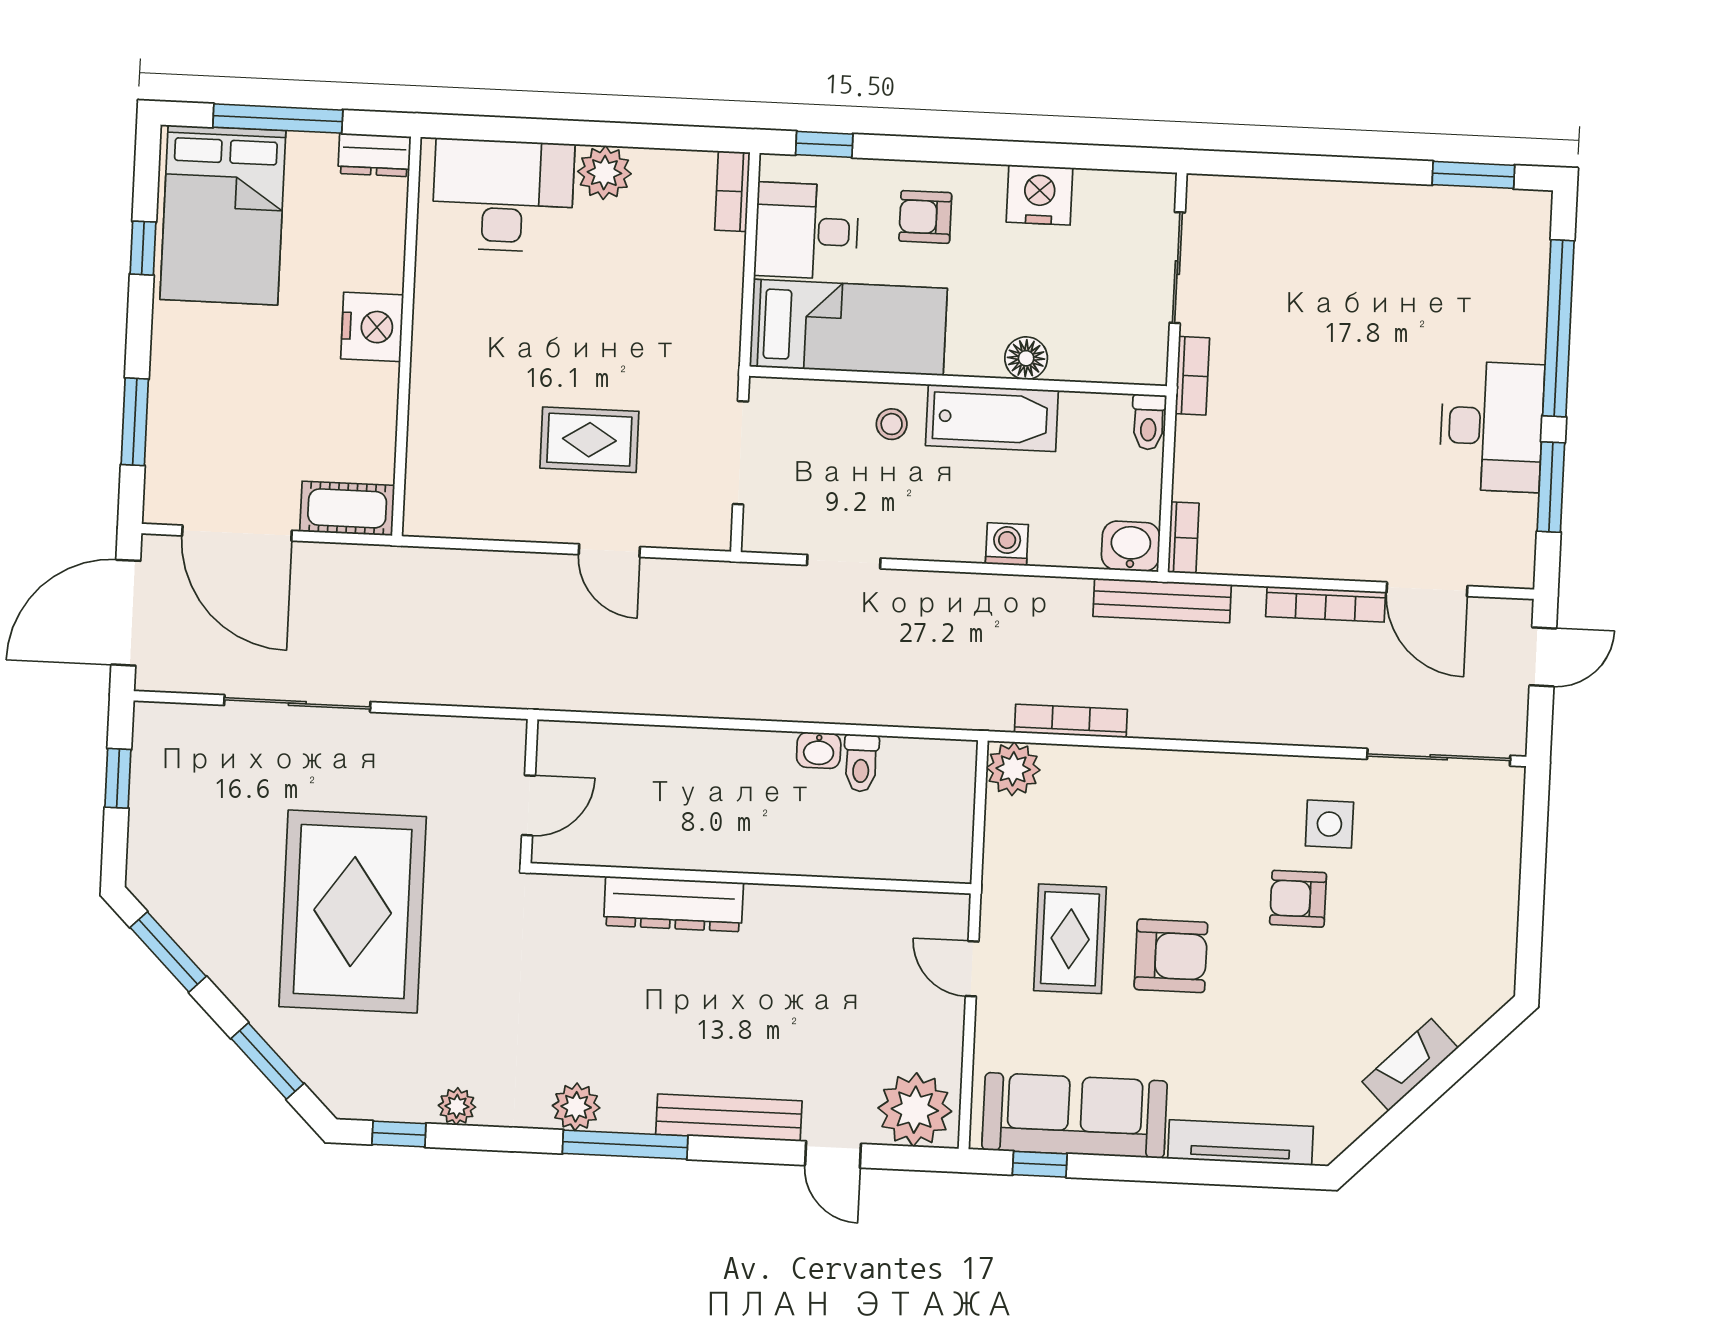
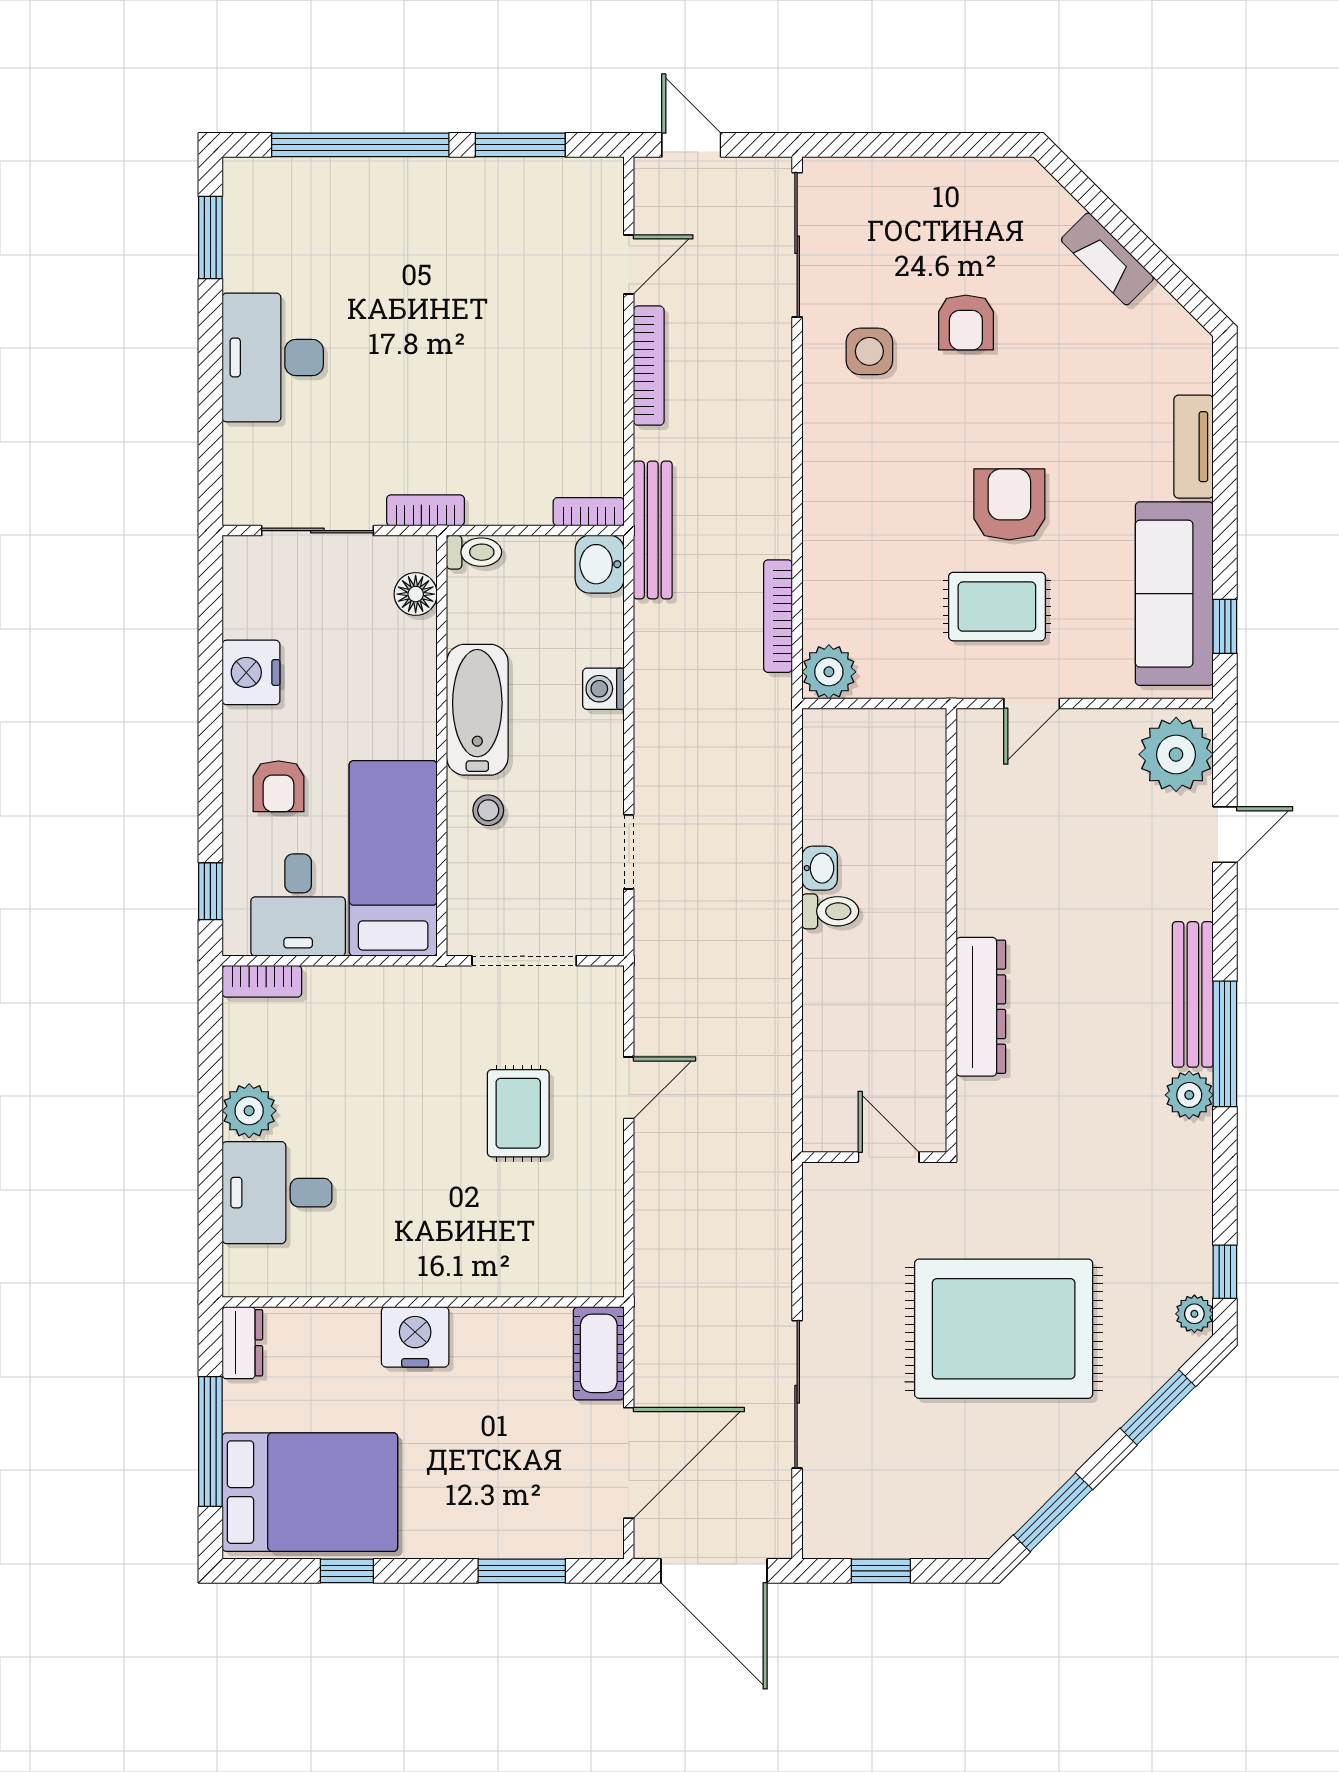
desk: (503, 196) -> (277, 1193), width x0.73
floor lamp: (1026, 358) -> (416, 594), moved
desk: (1492, 426) -> (273, 357), moved, turned -90
door: (1427, 589) -> (629, 264), width x0.73
toilet: (861, 763) -> (830, 911), moved
armchair: (1298, 899) -> (966, 322), moved
plant: (457, 1106) -> (1194, 1314), moved
bench: (729, 1118) -> (1193, 994), moved
tv unit: (1241, 1142) -> (1194, 447), width x0.71

